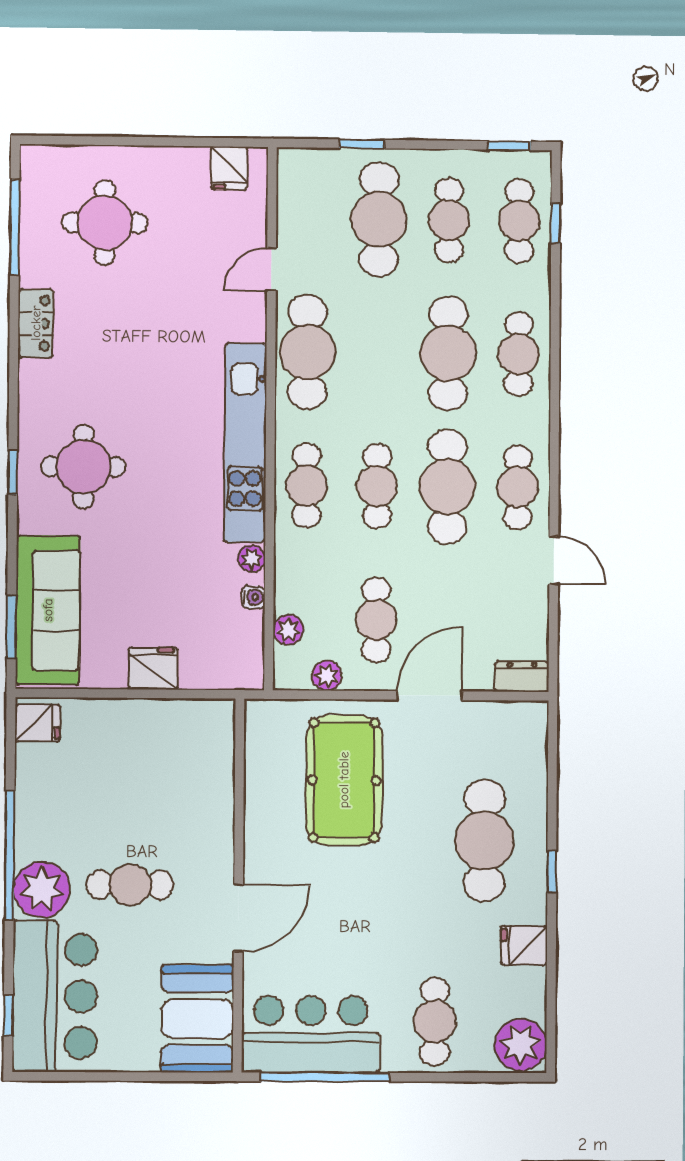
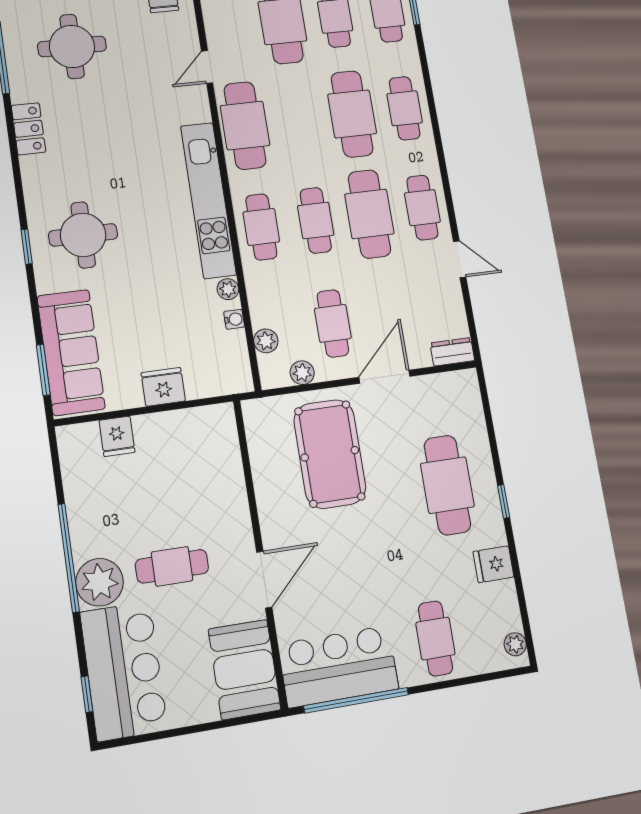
fridge: (38, 723) -> (117, 436), moved, turned 90
plant: (521, 1045) -> (515, 644), width x0.53, depth x0.53

